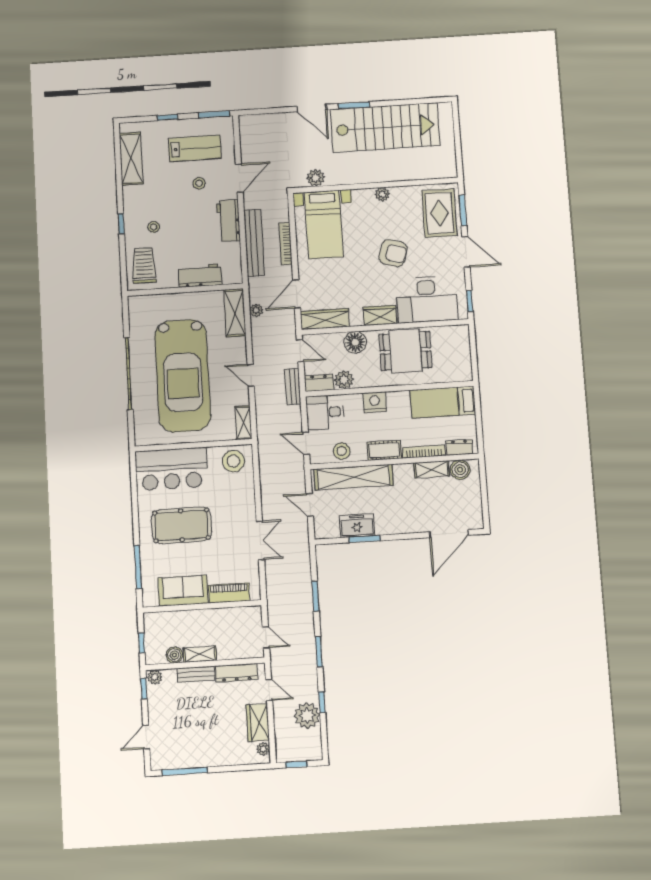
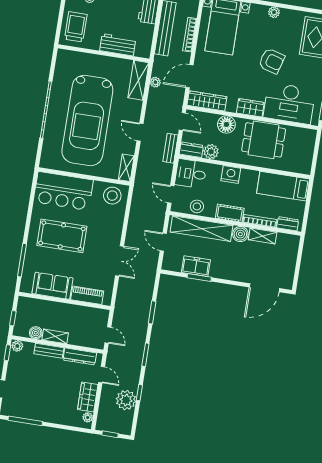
boiler: (460, 470) -> (240, 234), moved

